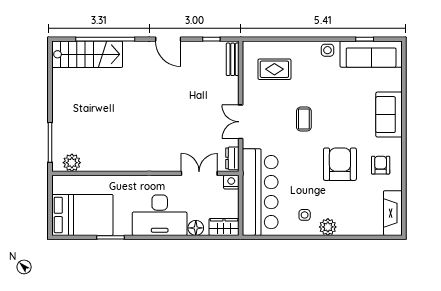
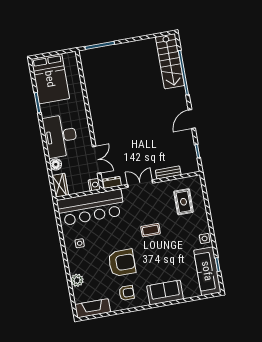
bench: (233, 59) -> (168, 173), moved
plant: (72, 163) -> (88, 64), removed
plant: (328, 227) -> (77, 280), moved

